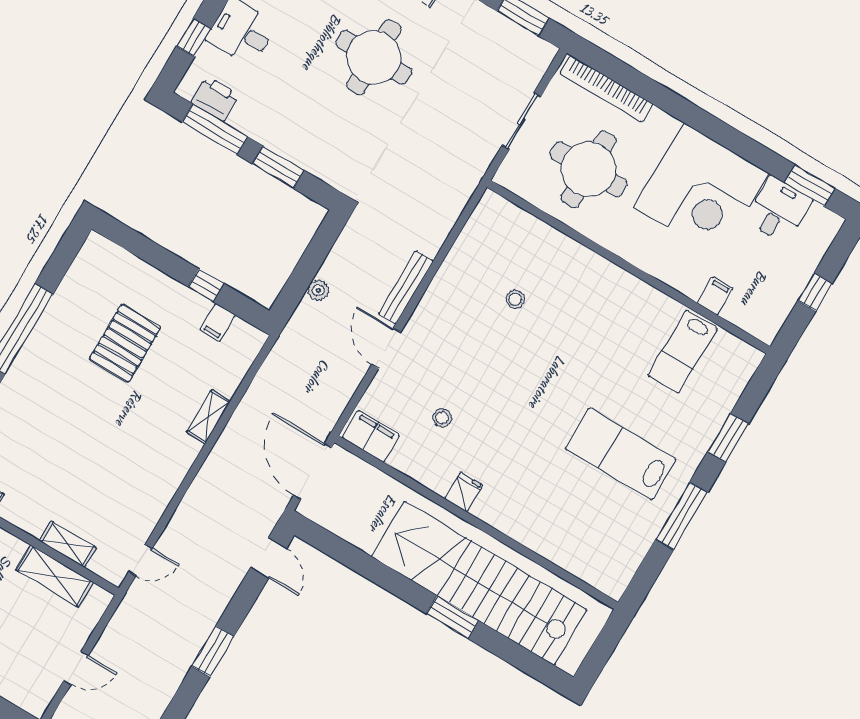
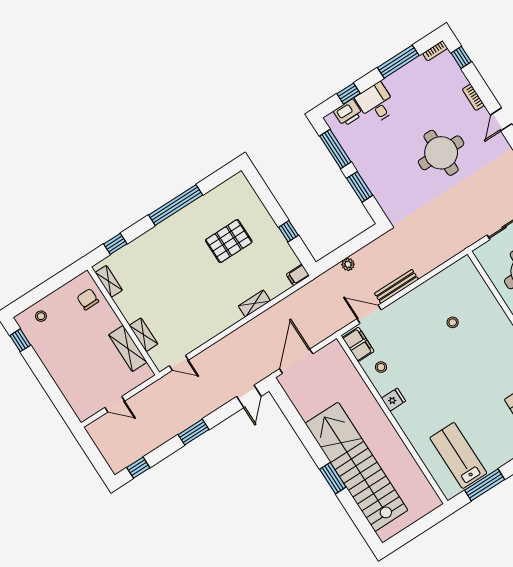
printer: (215, 99) -> (348, 113), moved, turned 90
filing cabinet: (218, 322) -> (298, 275), moved
door: (386, 348) -> (369, 314), hinge flipped
filing cabinet: (371, 436) -> (358, 344), moved
lab bench: (621, 454) -> (458, 455), moved
fridge: (464, 492) -> (393, 400), moved
wall: (476, 522) -> (392, 420), moved

